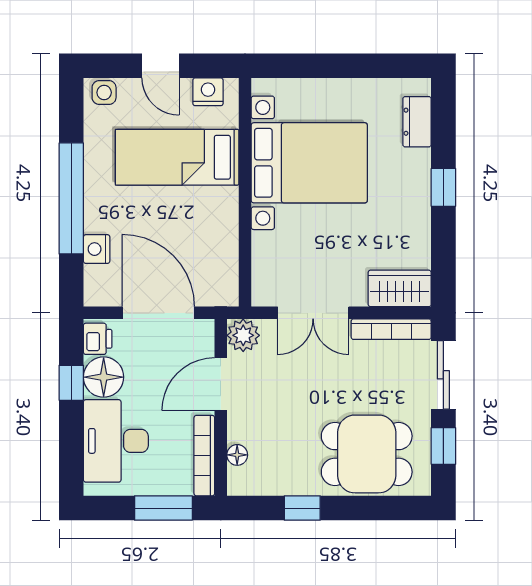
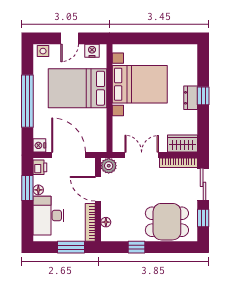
door: (161, 66) -> (70, 38), hinge flipped
dresser: (417, 122) -> (191, 98), moved
bed: (177, 157) -> (77, 88), width x1.50
nightstand: (97, 249) -> (39, 145), moved
double door: (313, 313) -> (142, 155), swing flipped
floor lamp: (104, 377) -> (38, 190), width x0.53, depth x0.53
window: (71, 383) -> (27, 188), width x1.50
door: (221, 384) -> (98, 189), hinge flipped

